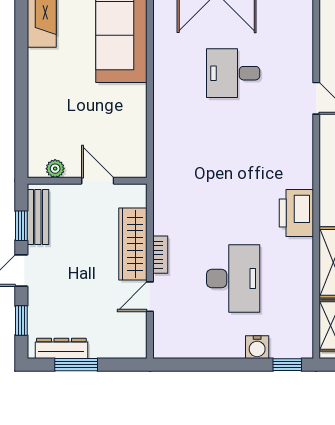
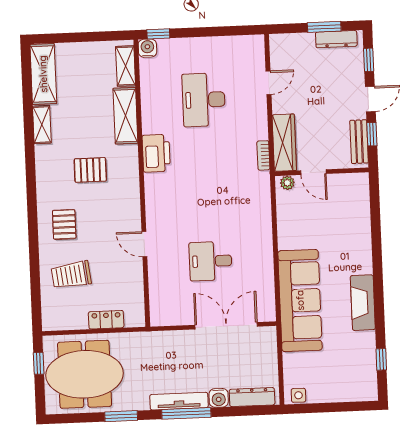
desk: (233, 73) -> (211, 261), turned 180
plant: (55, 169) -> (287, 183), moved
wardrobe: (133, 244) -> (284, 143), moved
bookcase: (160, 255) -> (263, 155), moved
water cooler: (257, 347) -> (147, 48), moved

